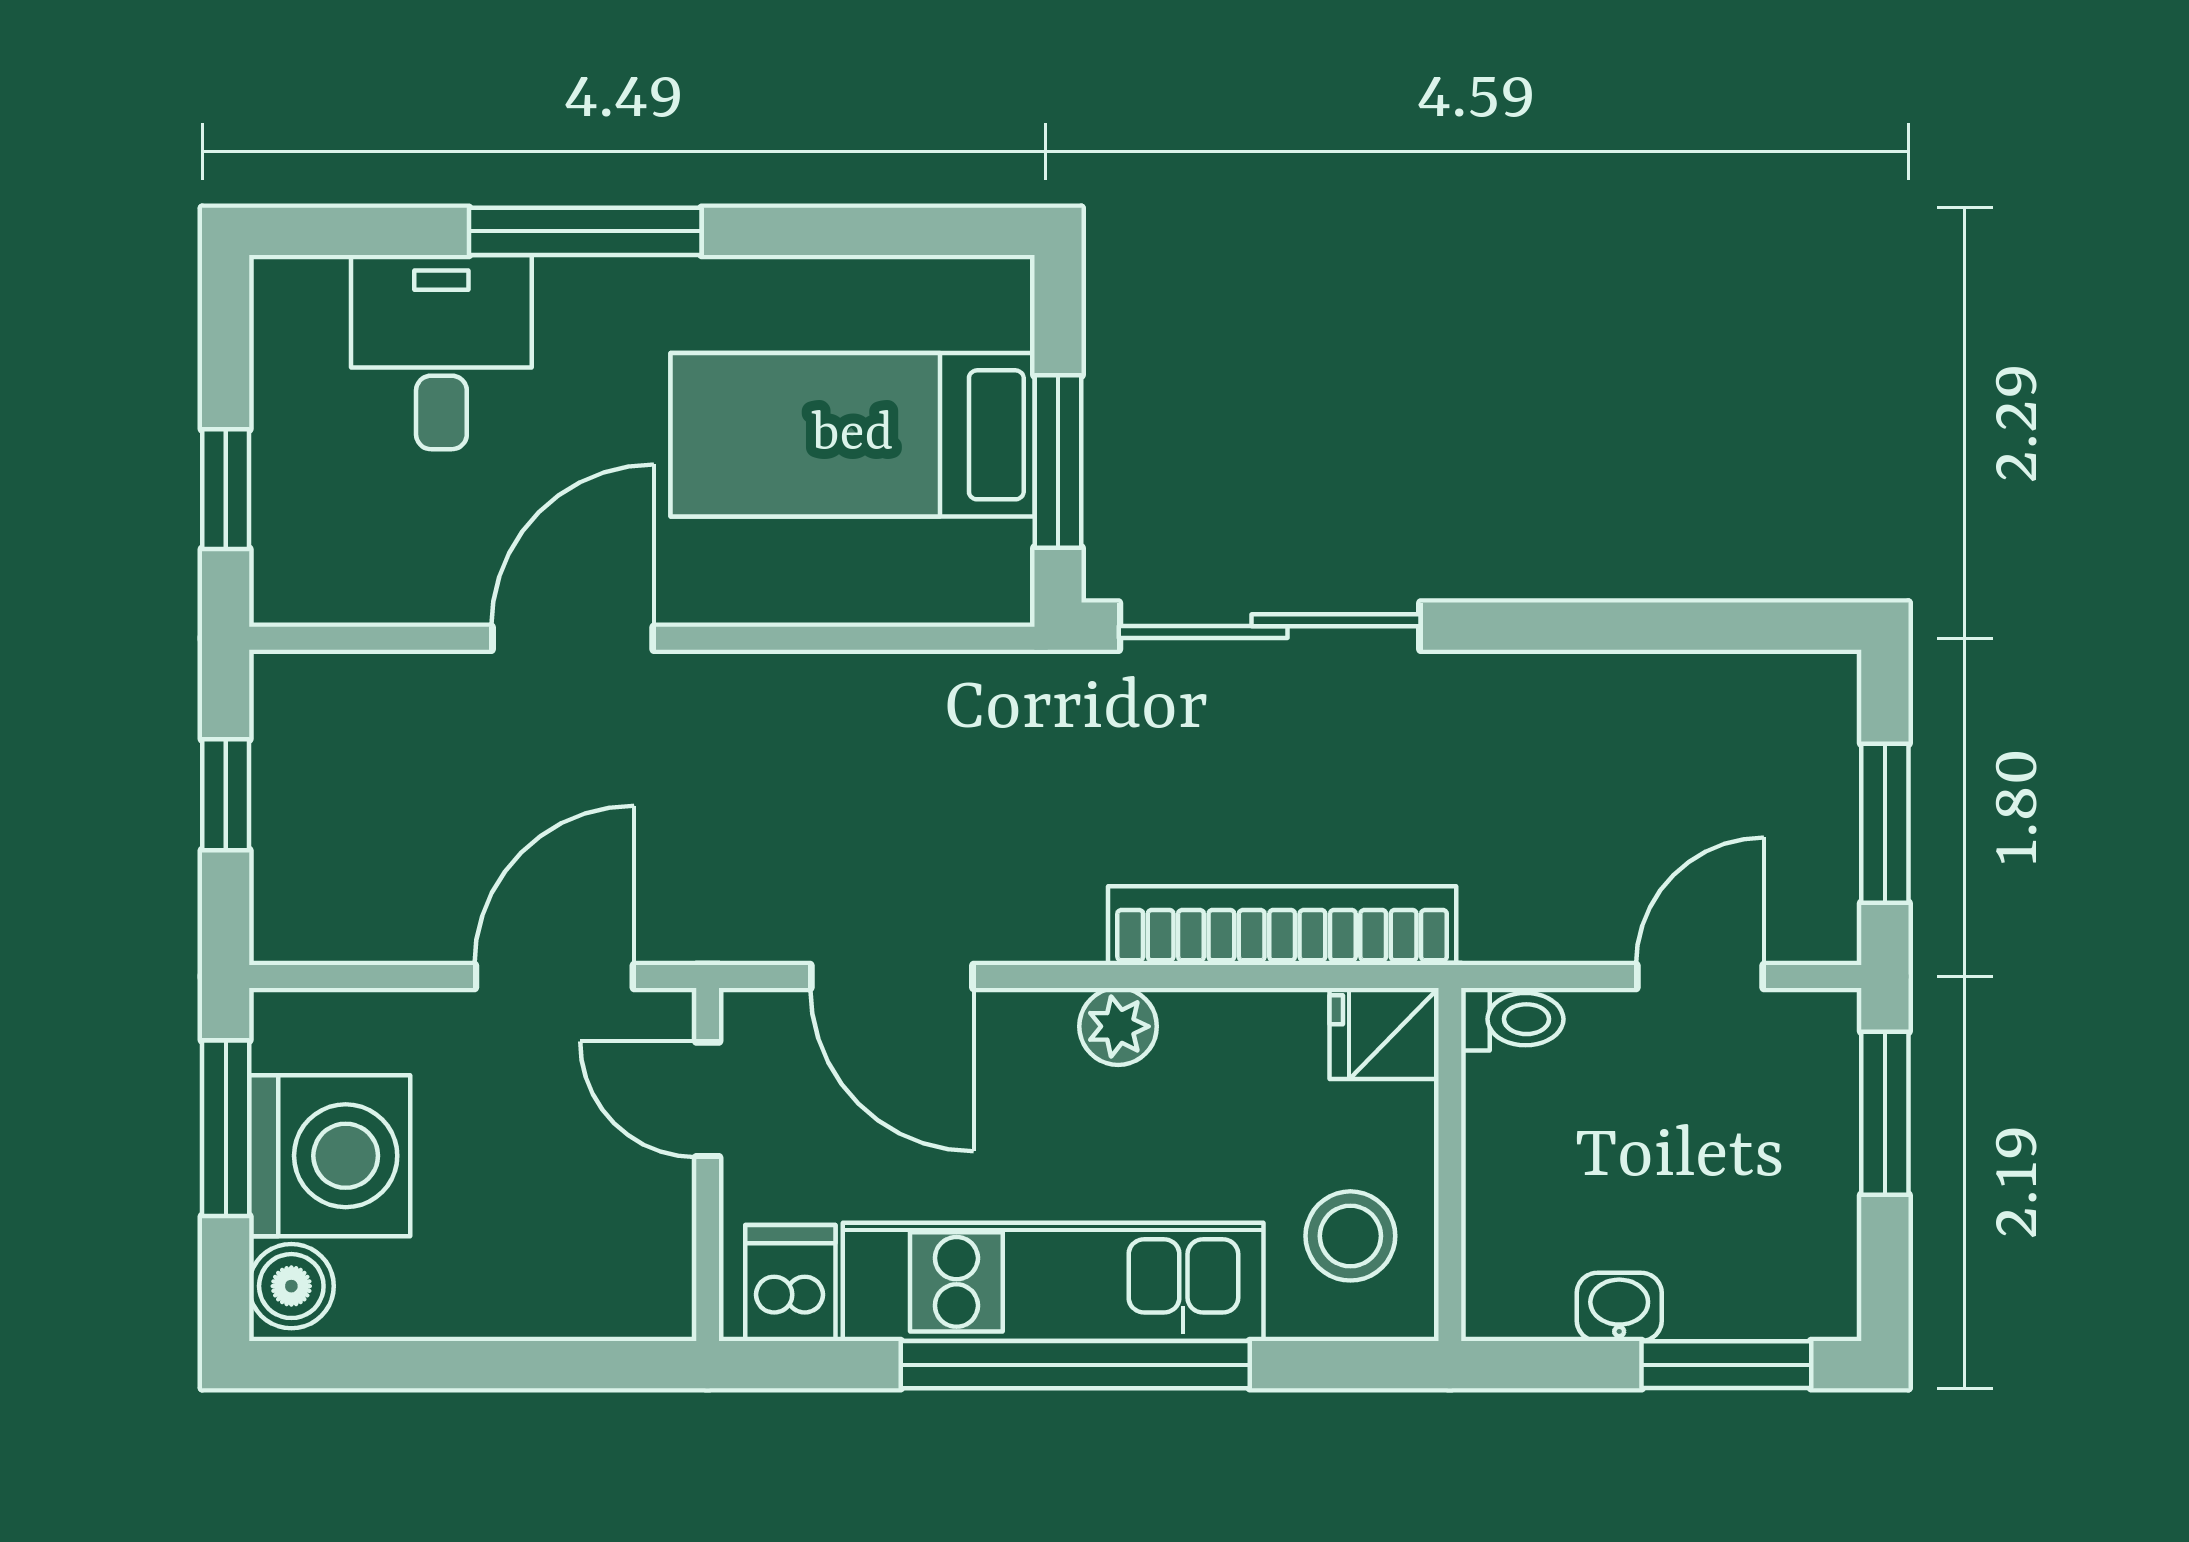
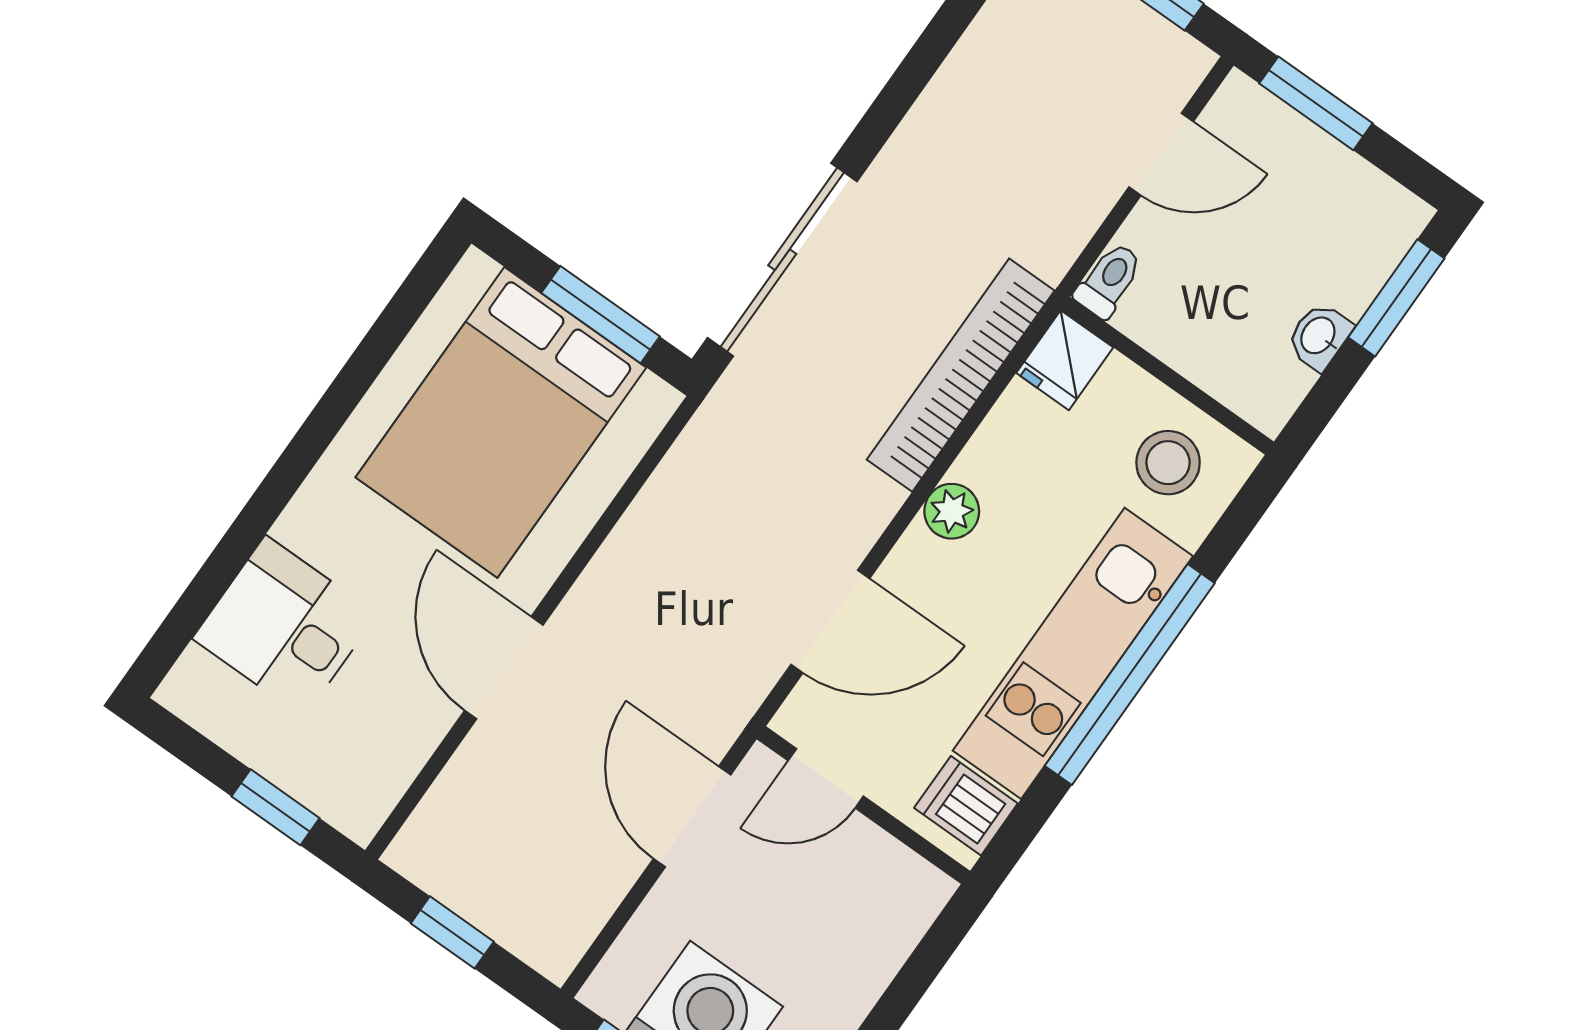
window: (585, 231) -> (274, 494), removed
bed: (853, 435) -> (501, 422), width x1.50
door: (1700, 976) -> (1161, 154), swing flipped

